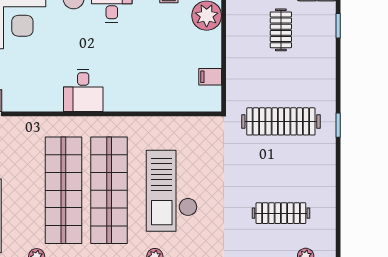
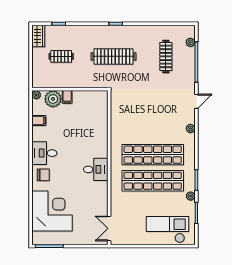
filing cabinet: (210, 77) -> (67, 97), moved
clothes rail: (281, 121) -> (113, 56), turned 90
checkout: (172, 191) -> (153, 119), removed

